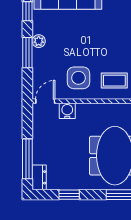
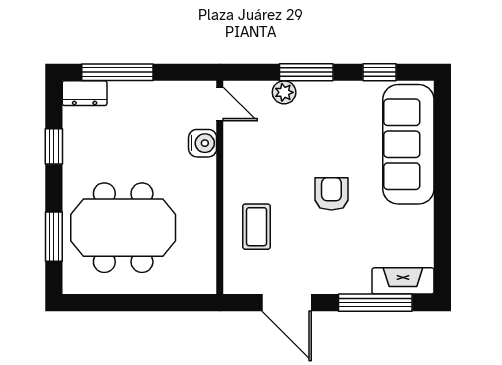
armchair: (96, 38) -> (331, 194), added
plant: (39, 41) -> (284, 92), moved
side table: (78, 78) -> (261, 163), removed

